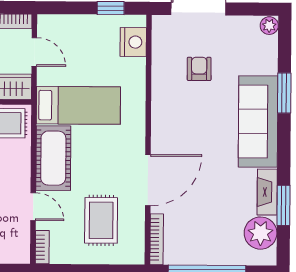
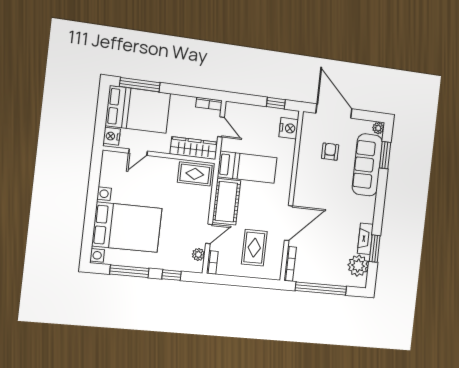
window: (284, 93) -> (385, 155), moved
sofa: (258, 122) -> (367, 165), moved
door: (33, 207) -> (209, 234), hinge flipped
plant: (21, 237) -> (198, 254), added

